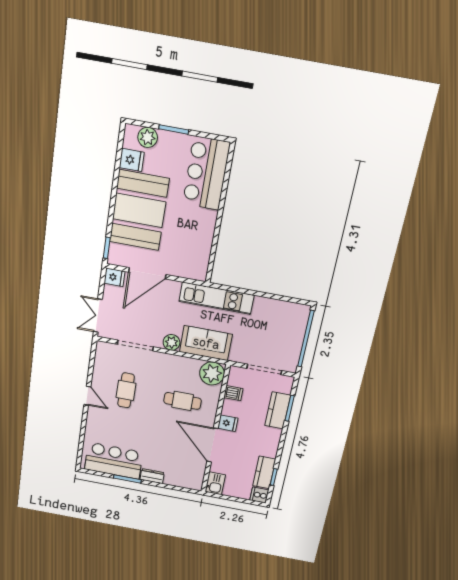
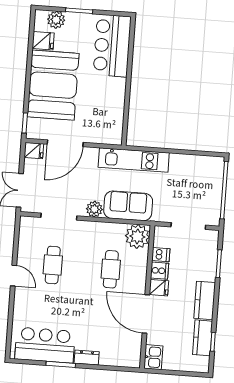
cafe table: (183, 401) -> (111, 269), turned 90
kitchen counter: (278, 410) -> (205, 300), moved
cooker: (259, 495) -> (159, 271), moved, turned 180

